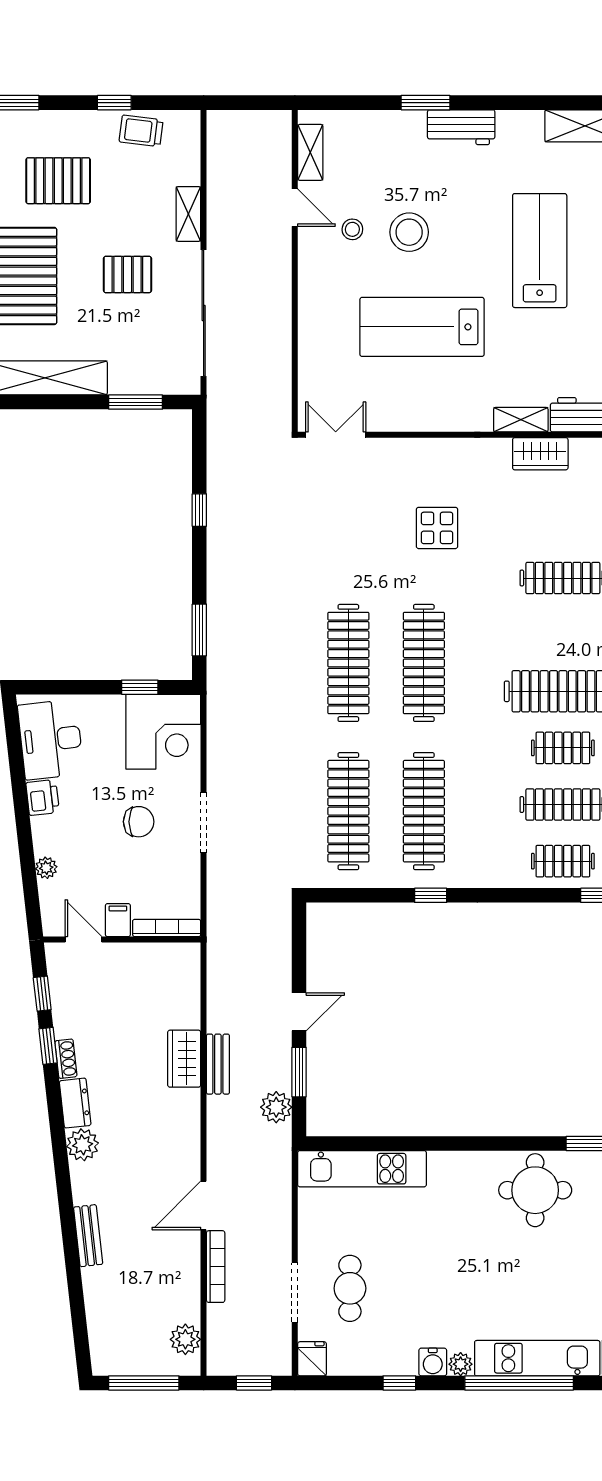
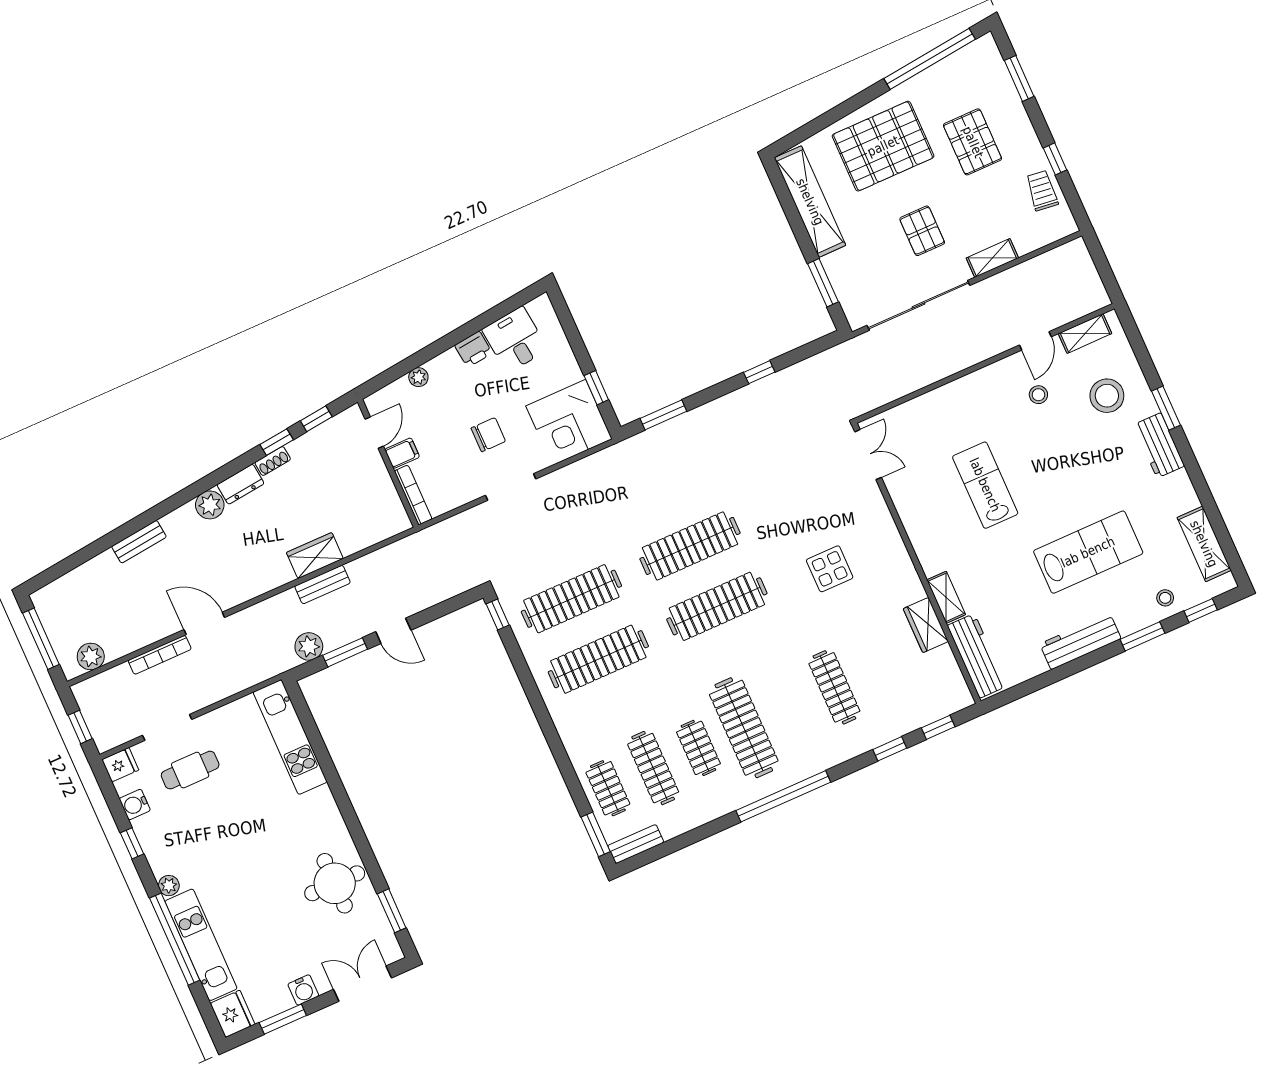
stool: (409, 232) -> (1107, 396), moved
lab bench: (422, 327) -> (985, 485), width x0.73, depth x0.72
desk: (51, 740) -> (515, 340), width x0.73
chair: (139, 822) -> (488, 435), turned -90
window: (431, 895) -> (498, 615), moved
water cooler: (433, 1362) -> (135, 804), moved

